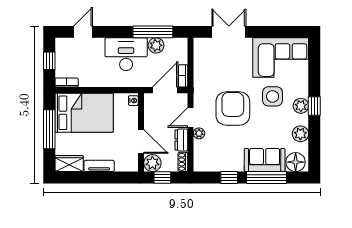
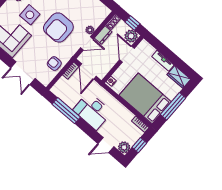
plant: (156, 45) -> (124, 147), moved
armchair: (206, 69) -> (54, 64), added
door: (165, 90) -> (88, 71), hinge flipped

